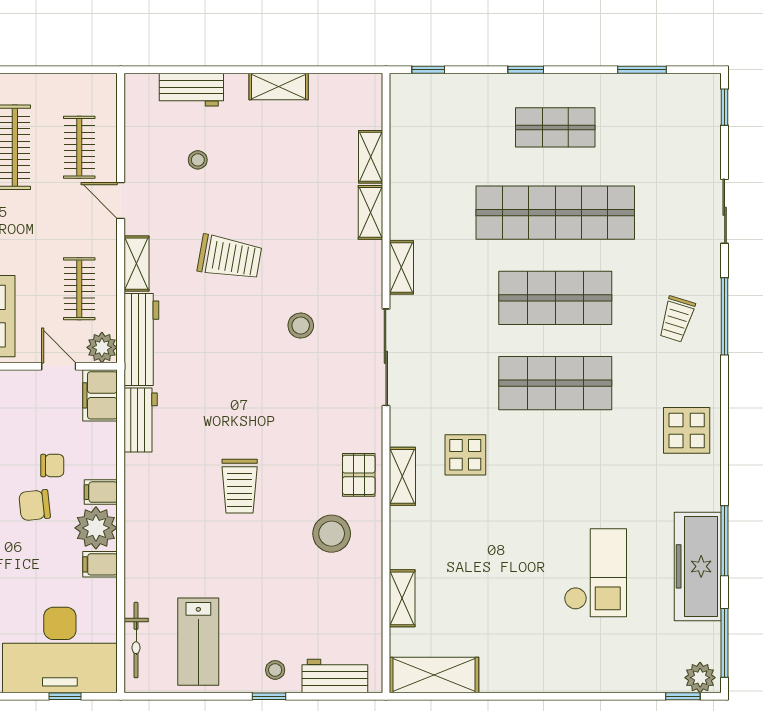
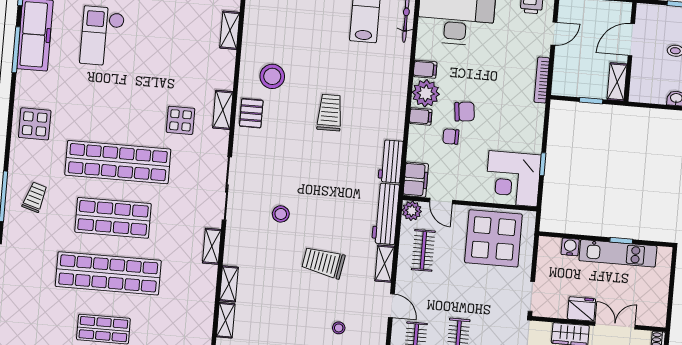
shop shelf: (555, 383) -> (118, 162), width x1.40

